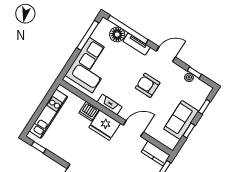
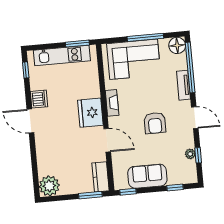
floor lamp: (117, 34) -> (177, 45), moved
window: (88, 35) -> (145, 37), moved
armchair: (148, 85) -> (155, 123), turned 180
window: (49, 96) -> (77, 44), added
dishwasher: (89, 111) -> (39, 99), moved, turned 180
window: (189, 131) -> (128, 192), moved

